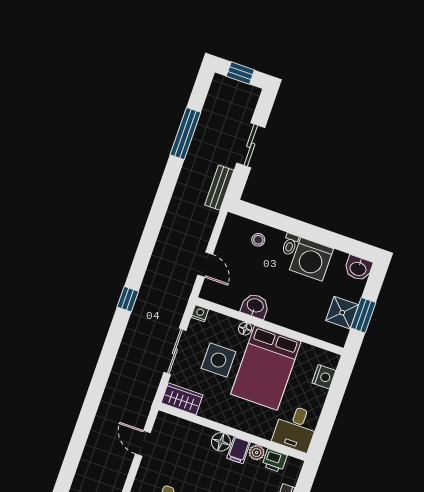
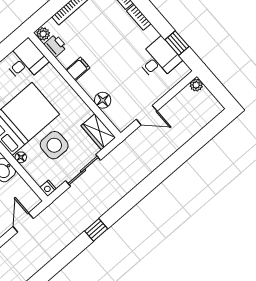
floor lamp: (221, 442) -> (103, 100), moved
door: (143, 443) -> (147, 115), hinge flipped
plant: (257, 453) -> (43, 34), moved

